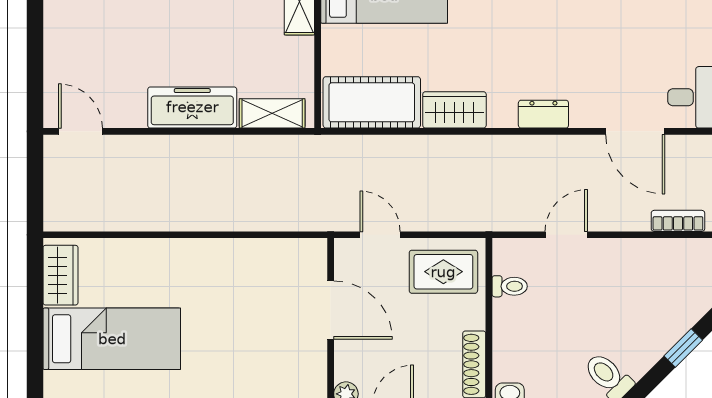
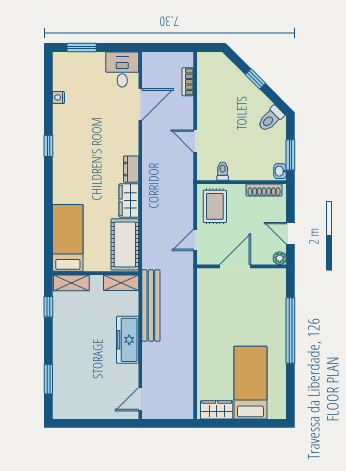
shelving: (272, 113) -> (121, 283), moved, turned 90
dresser: (543, 114) -> (131, 169), moved
bench: (257, 151) -> (151, 305), added

